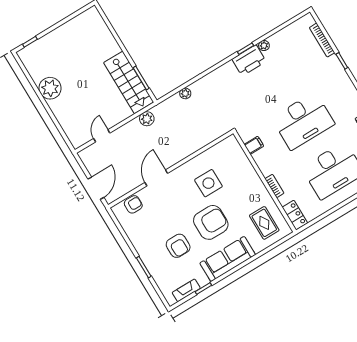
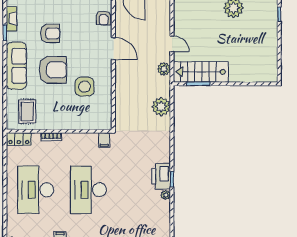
plant: (185, 93) -> (161, 107), width x1.88, depth x1.88
door: (102, 136) -> (172, 44), moved
filing cabinet: (254, 145) -> (104, 140), moved
armchair: (211, 222) -> (53, 70), turned -90
rug: (264, 223) -> (27, 111), turned 90
armchair: (178, 246) -> (50, 33), turned 180

